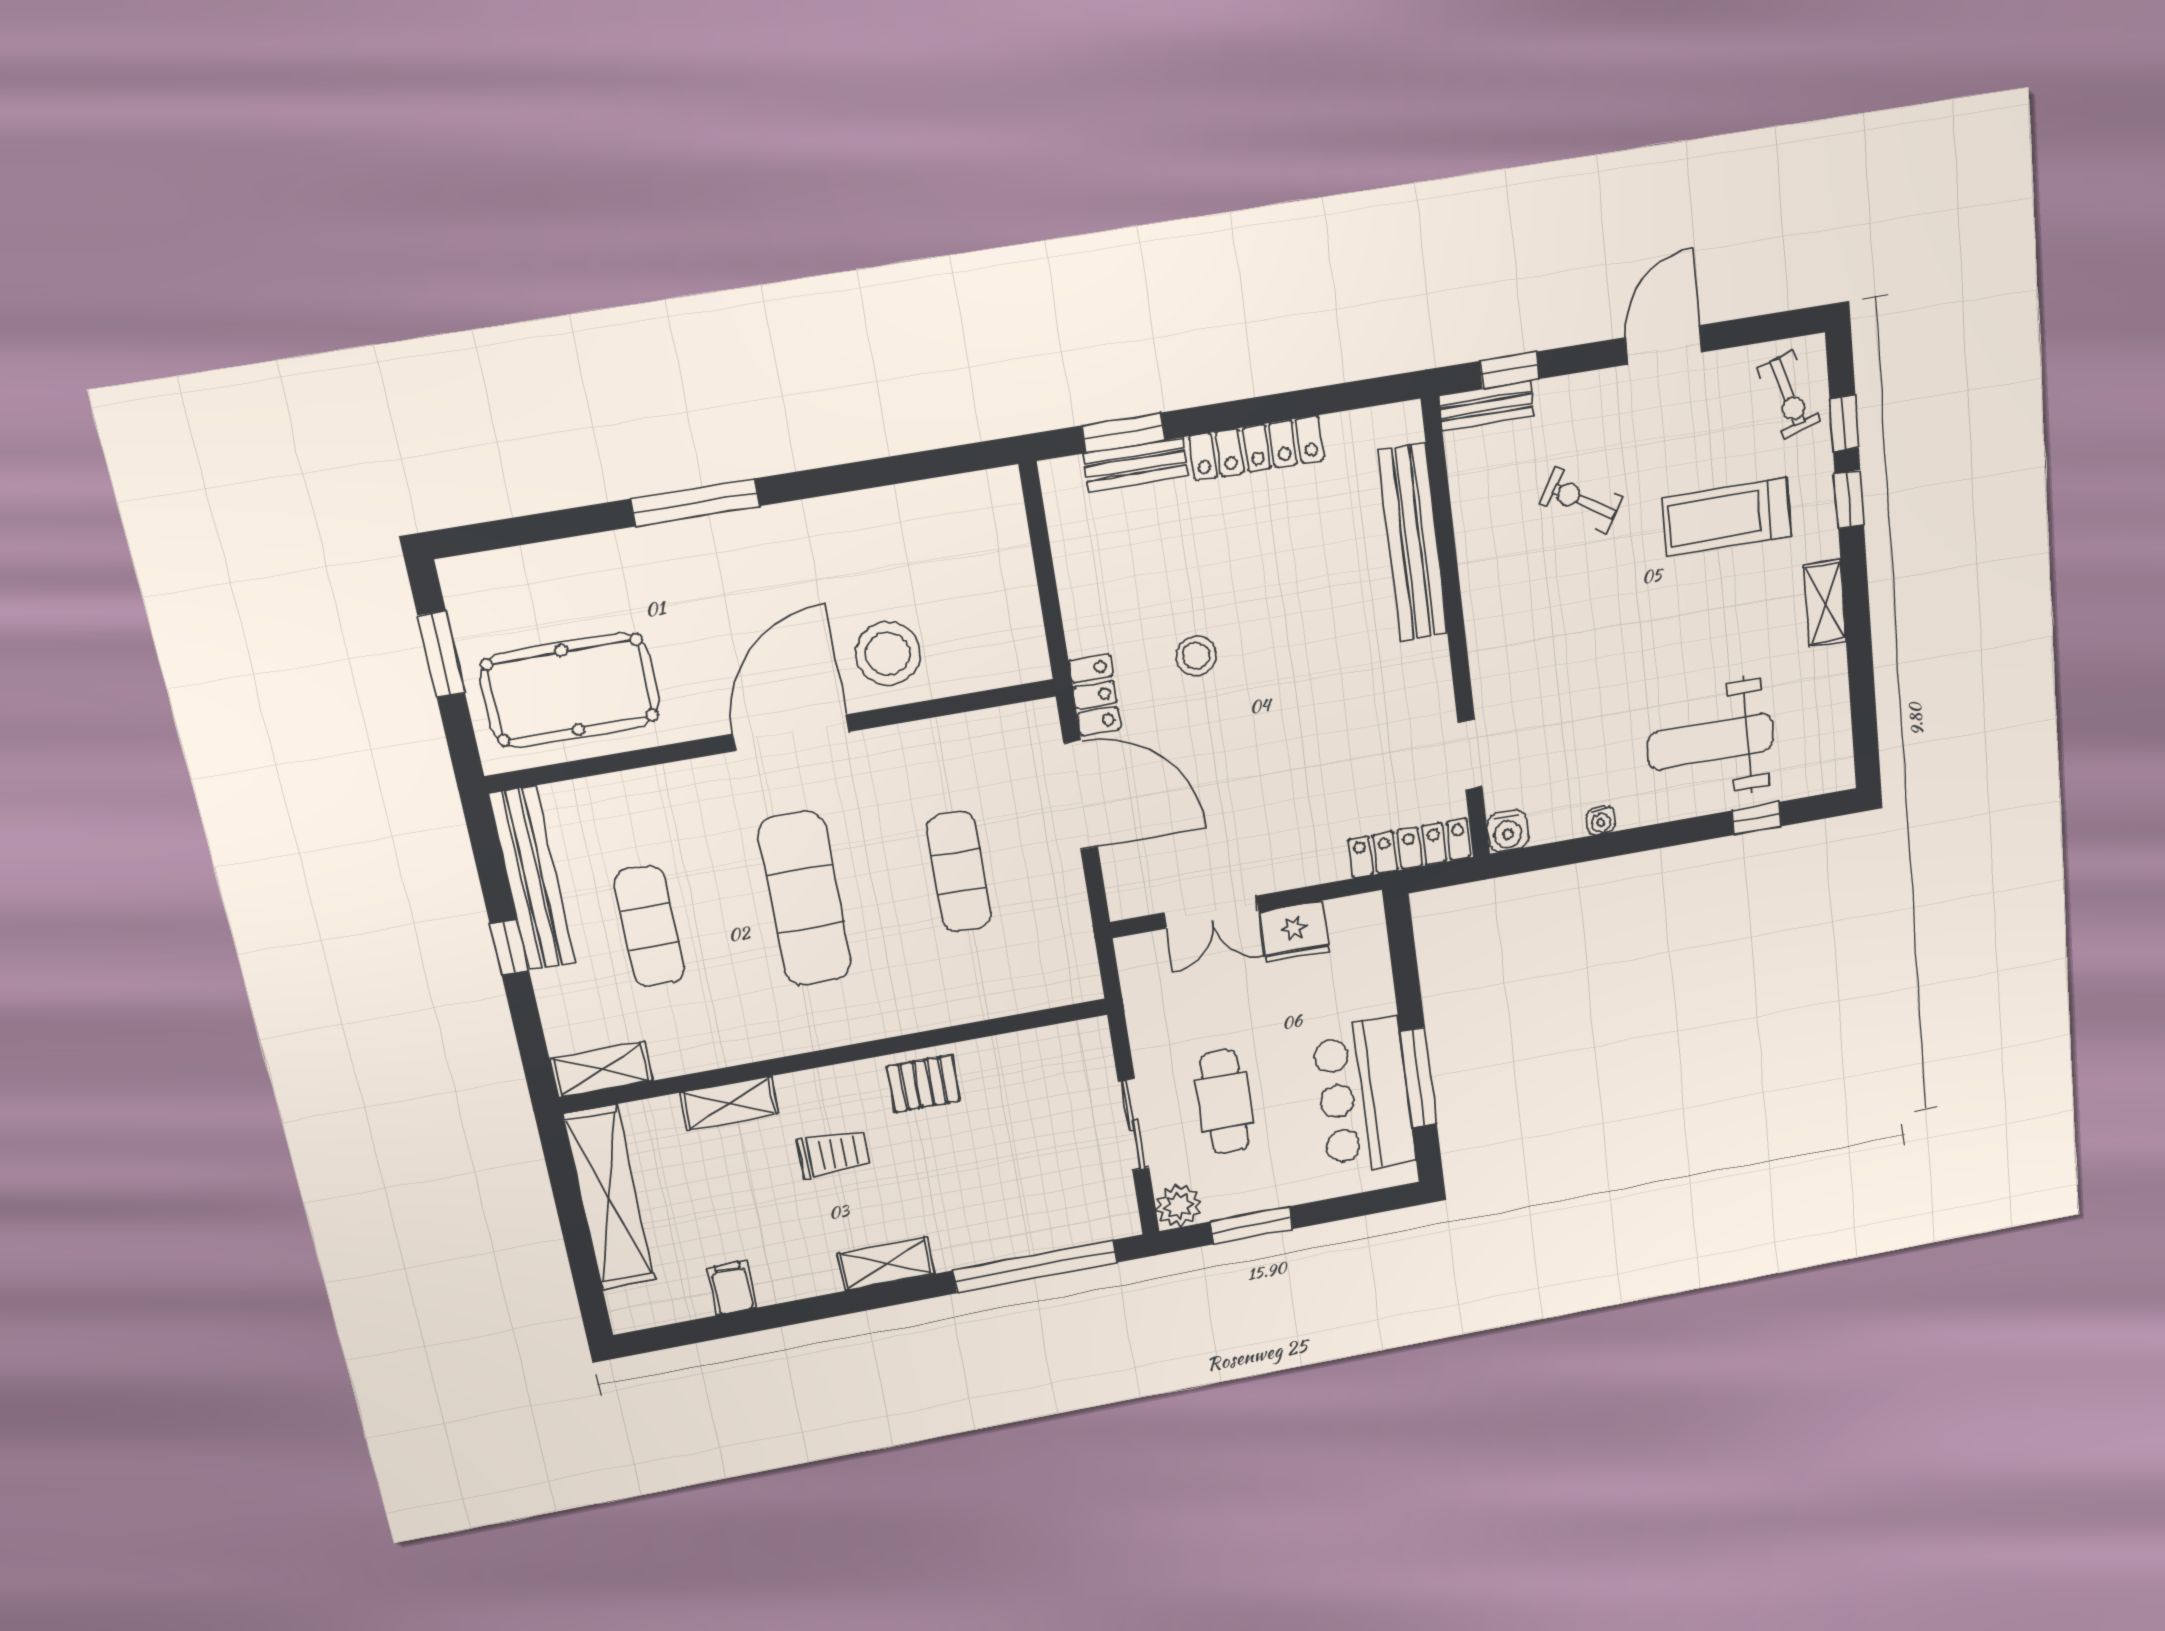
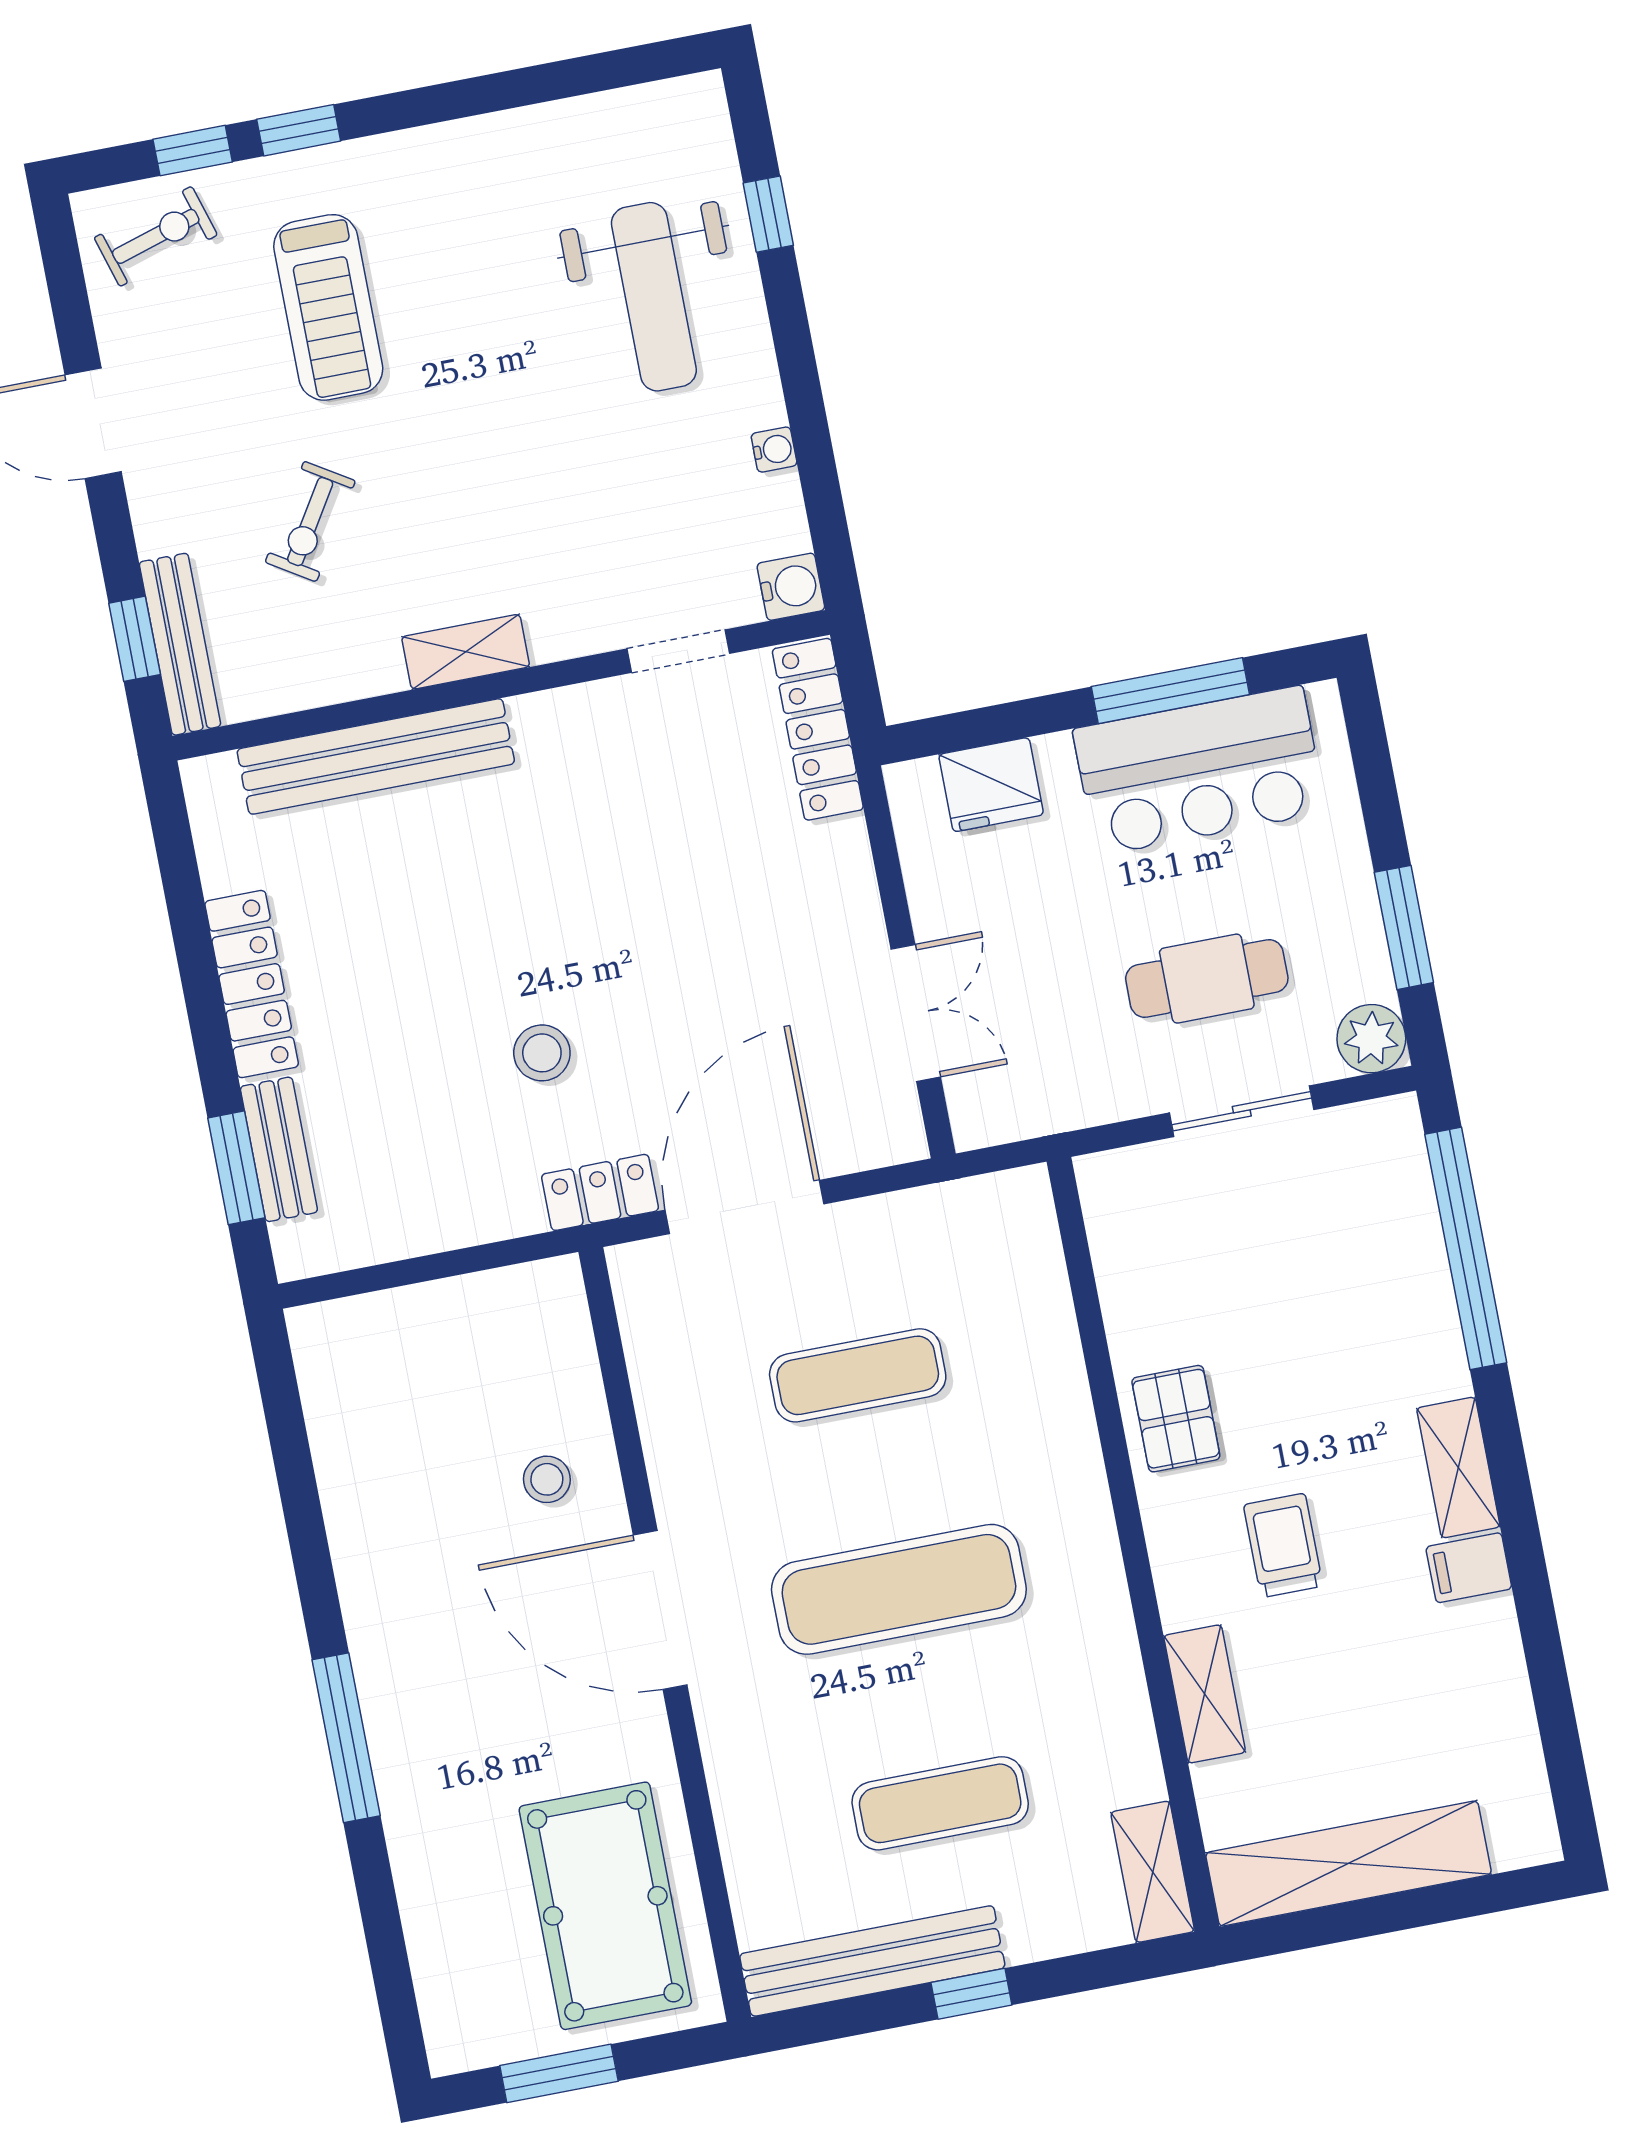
bench: (1486, 406) -> (180, 644), width x1.36
shelving: (1825, 603) -> (466, 652), moved
stool: (888, 654) -> (547, 1479), width x0.53, depth x0.53
fridge: (1294, 932) -> (991, 785), moved, turned 90
filing cabinet: (732, 1288) -> (1469, 1568), moved

